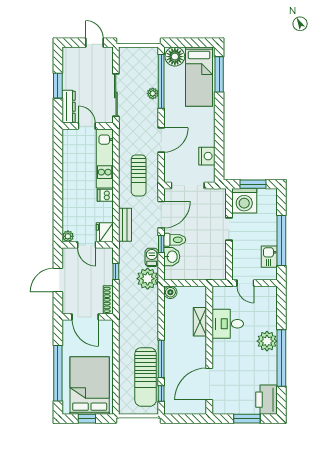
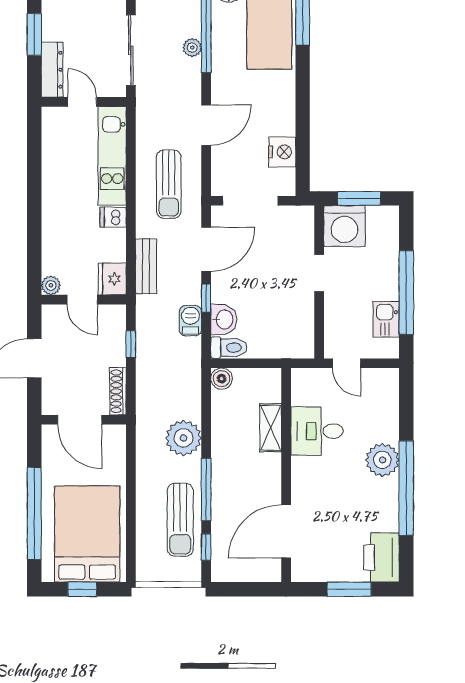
toilet: (175, 240) -> (229, 348), moved
plant: (148, 279) -> (183, 438), moved
sun lounger: (146, 377) -> (180, 520), width x0.73, depth x0.75

